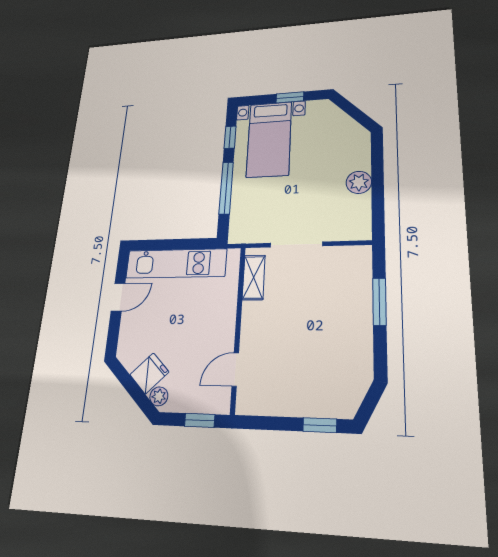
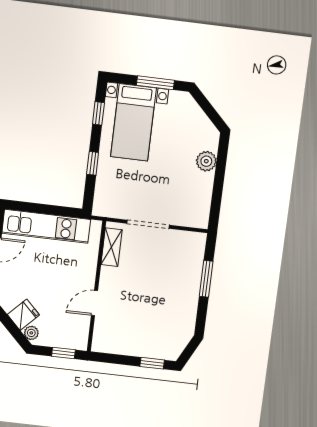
window: (290, 97) -> (155, 83), width x1.50
plant: (359, 182) -> (206, 161), moved
window: (226, 188) -> (93, 163), width x0.46
door: (235, 369) -> (94, 303), moved

